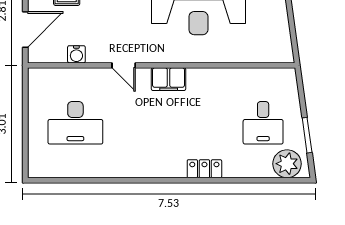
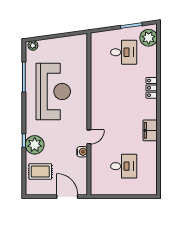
water cooler: (76, 54) -> (82, 152), moved
filing cabinet: (169, 79) -> (150, 130), moved, turned 180
desk: (75, 123) -> (124, 166), width x0.73

